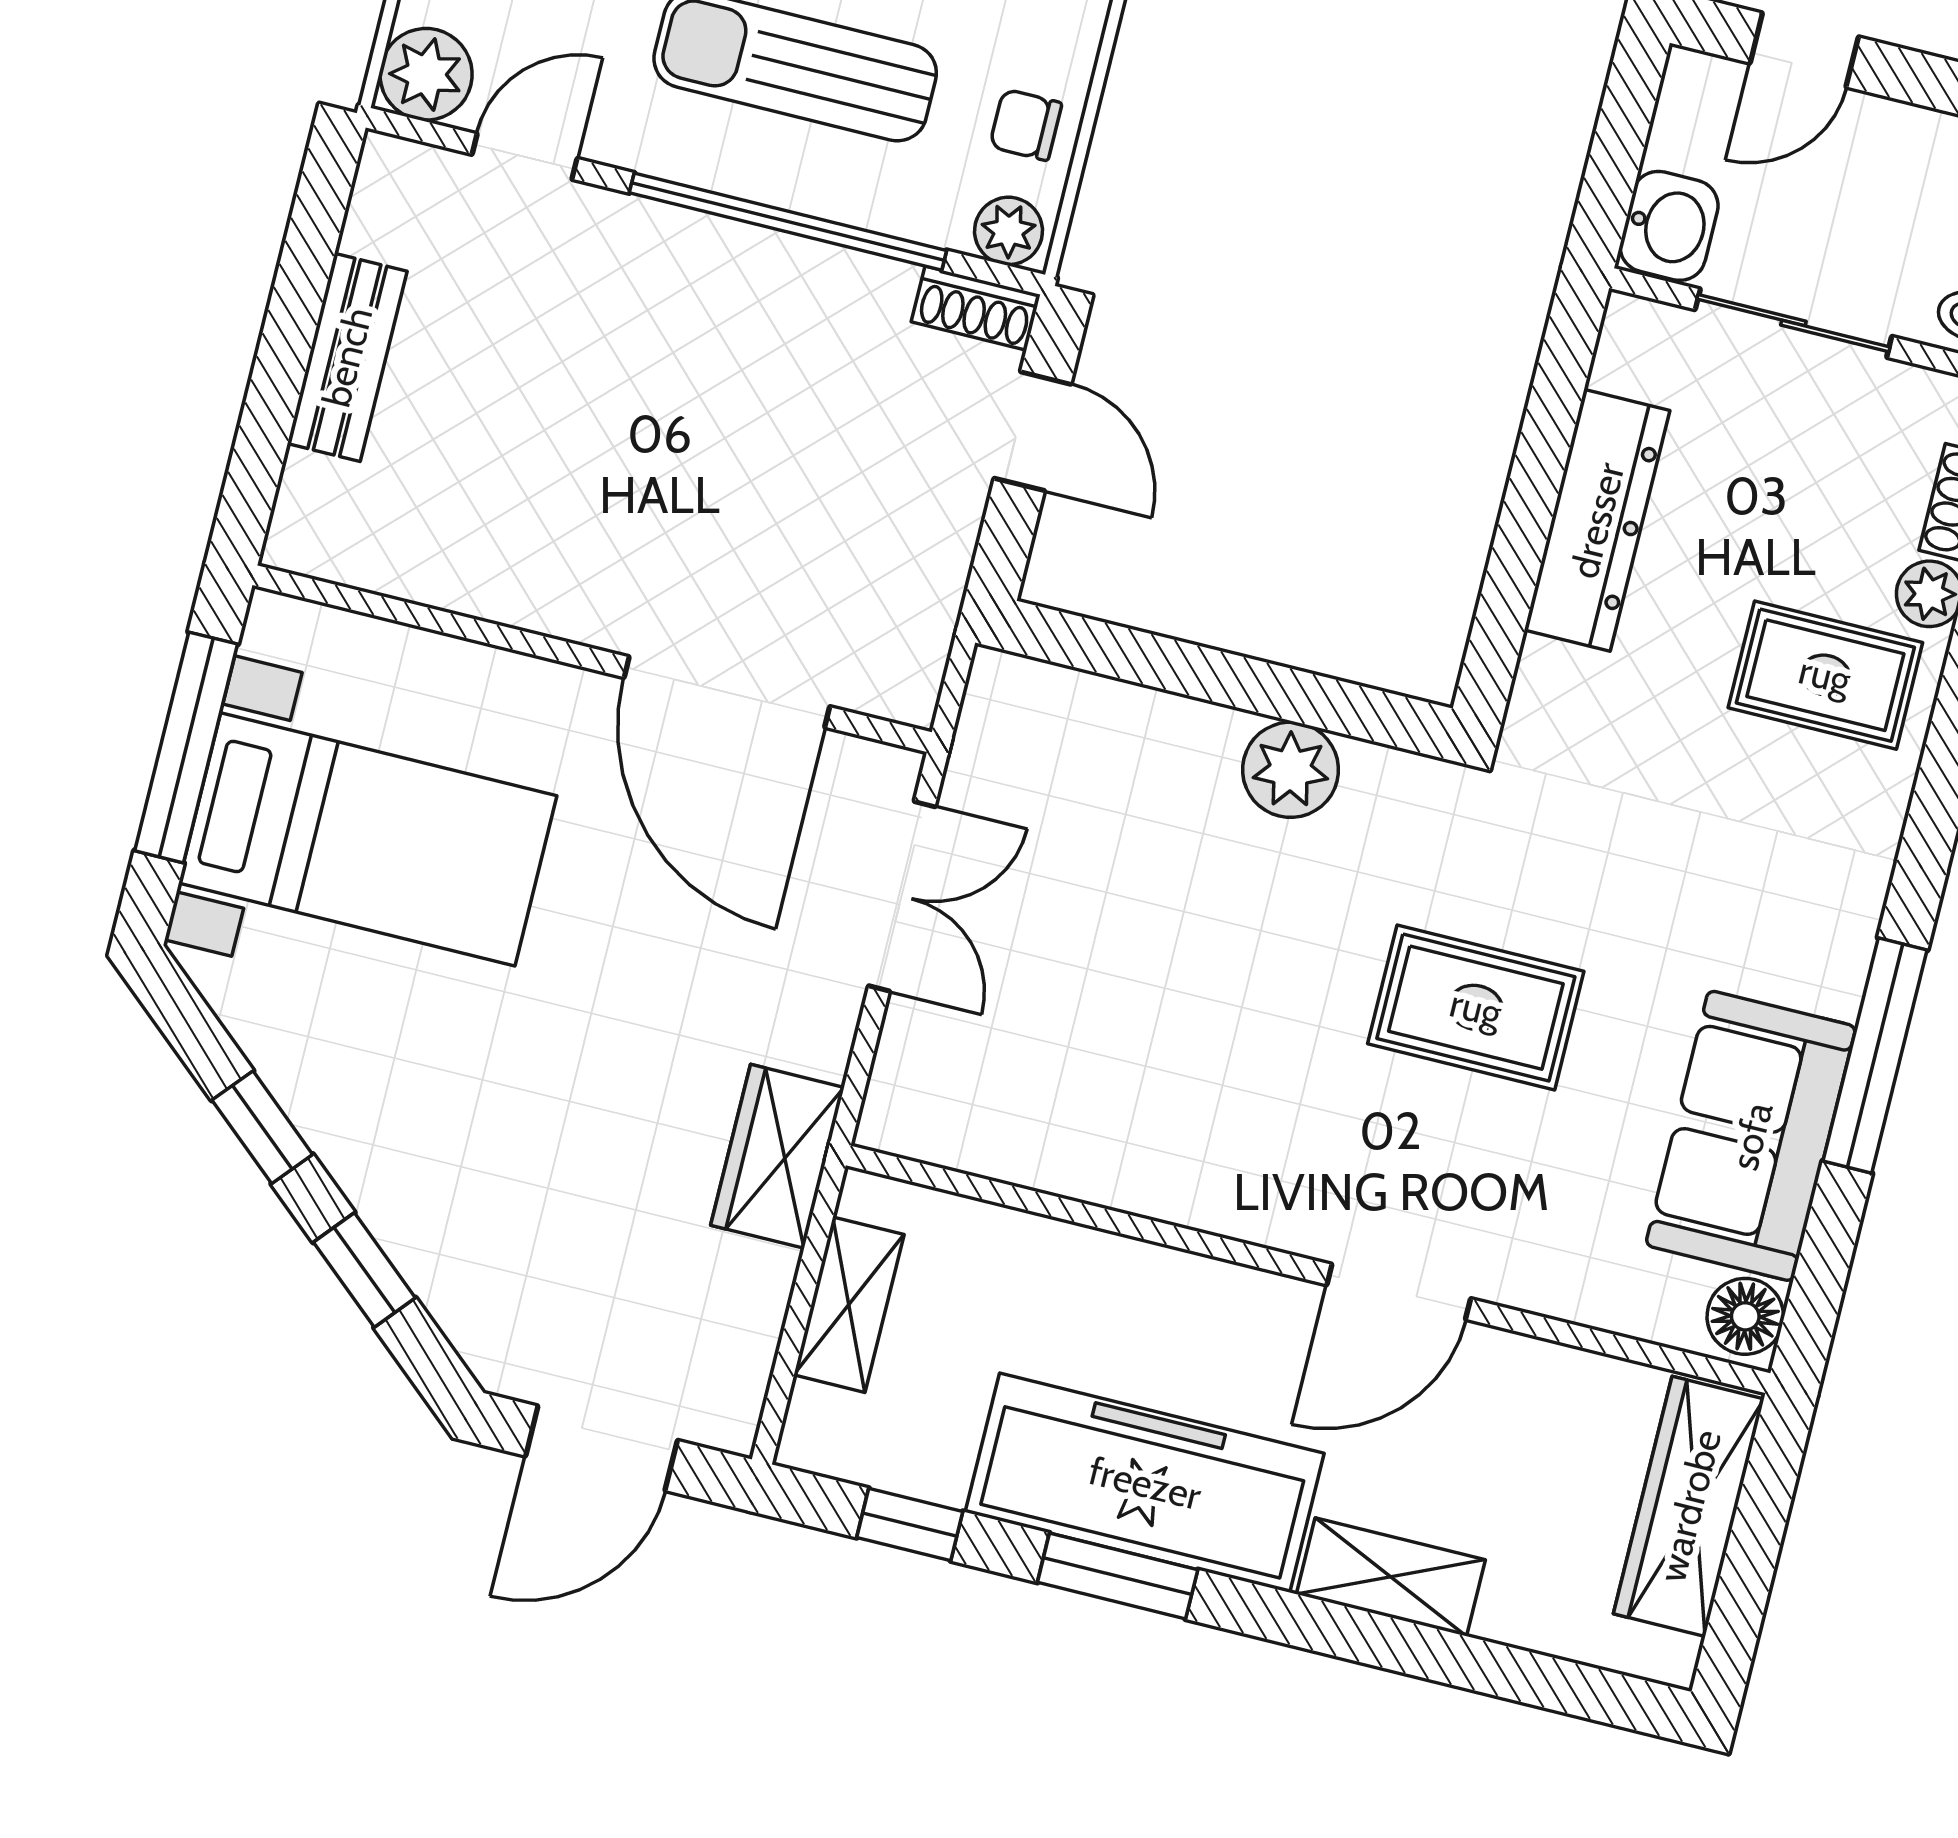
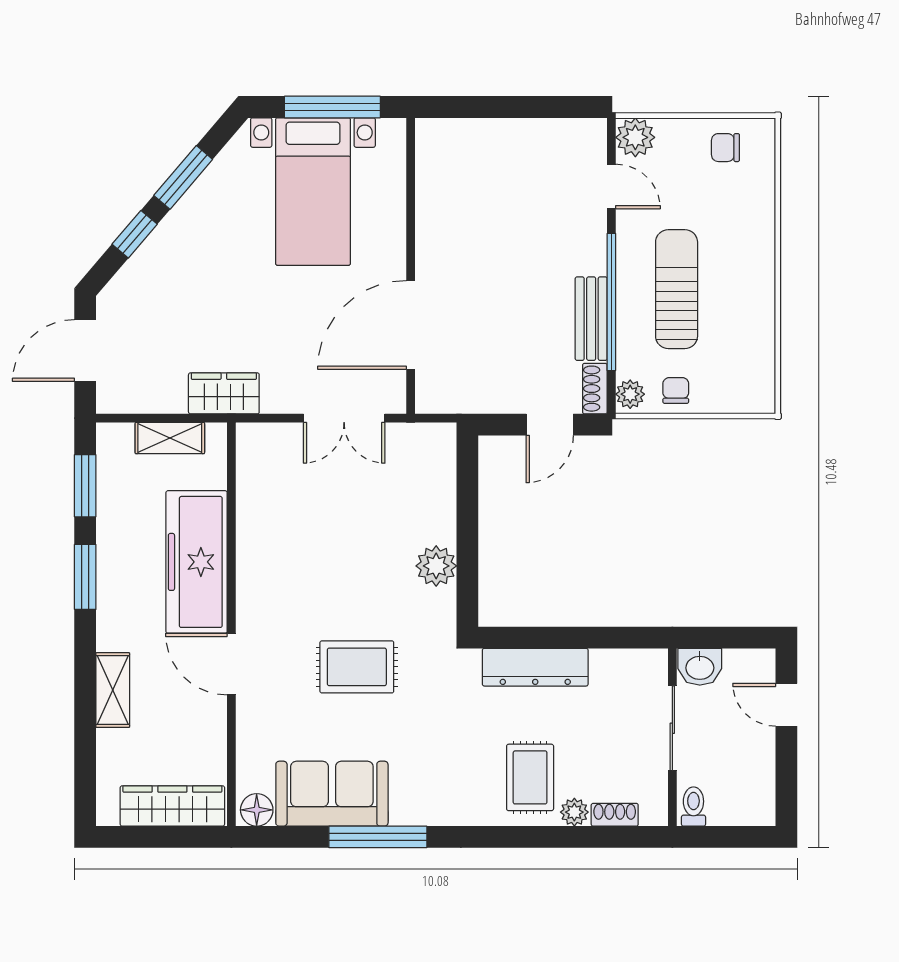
bench: (347, 357) -> (591, 319), moved, turned 90
dresser: (1597, 520) -> (535, 667), moved
rug: (1476, 1008) -> (357, 667), turned 90
window: (262, 1127) -> (183, 177), width x1.50
door: (601, 1448) -> (85, 350), hinge flipped
freezer: (1145, 1483) -> (197, 562), moved, turned 180
window: (910, 1525) -> (85, 486), width x1.50

